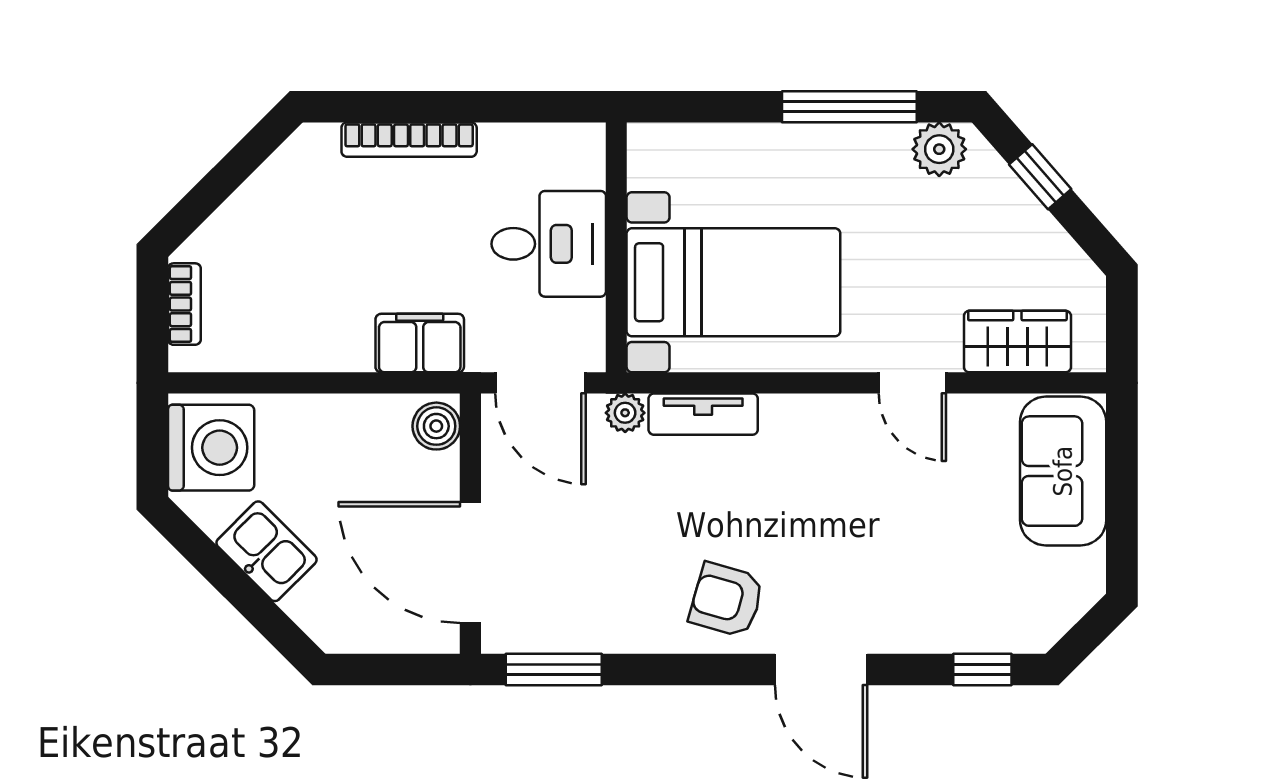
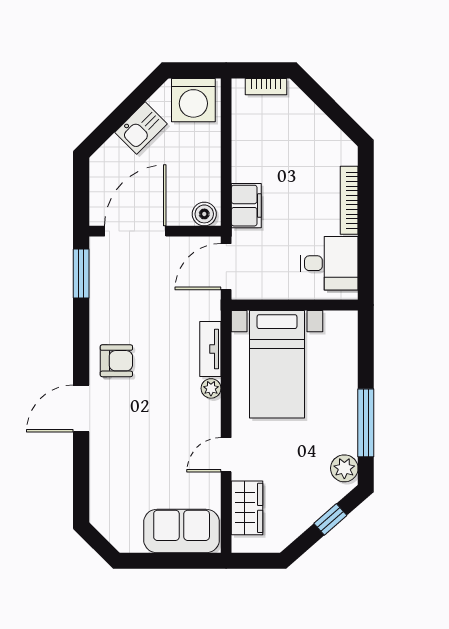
desk: (549, 244) -> (329, 263), moved, turned -90
plant: (625, 413) -> (211, 388), moved
armchair: (726, 600) -> (116, 361), turned 74
window: (982, 670) -> (81, 490), removed

